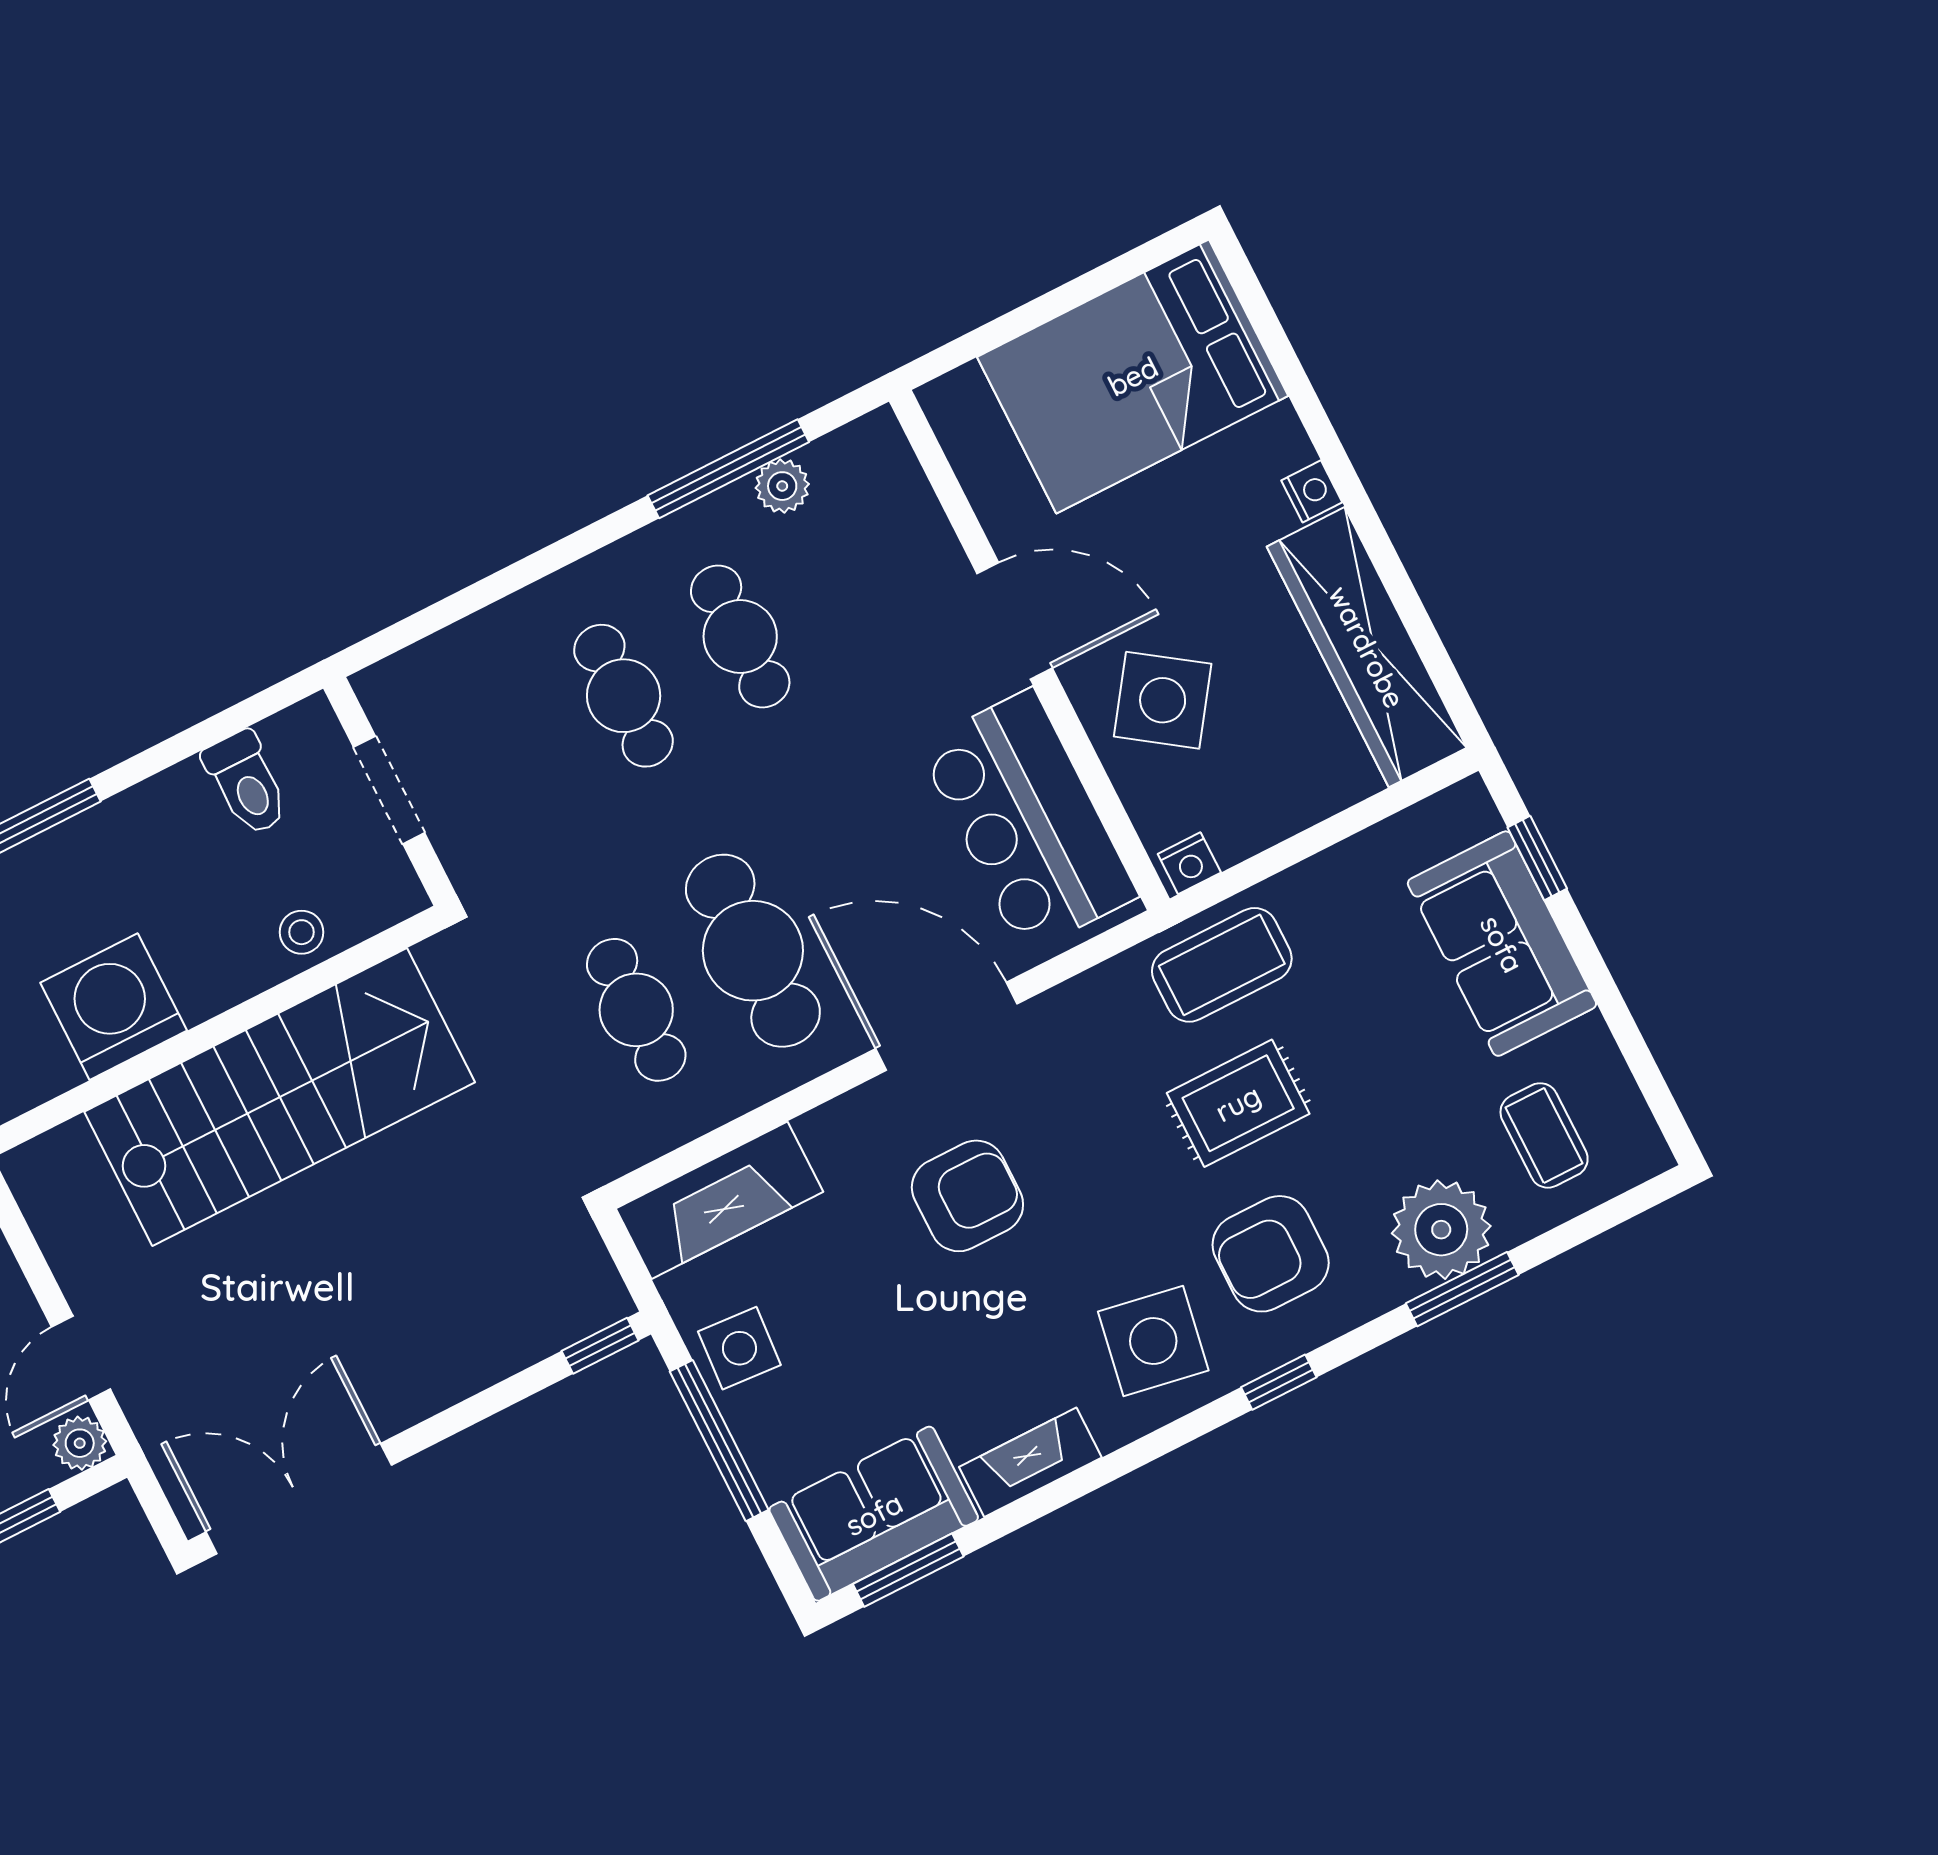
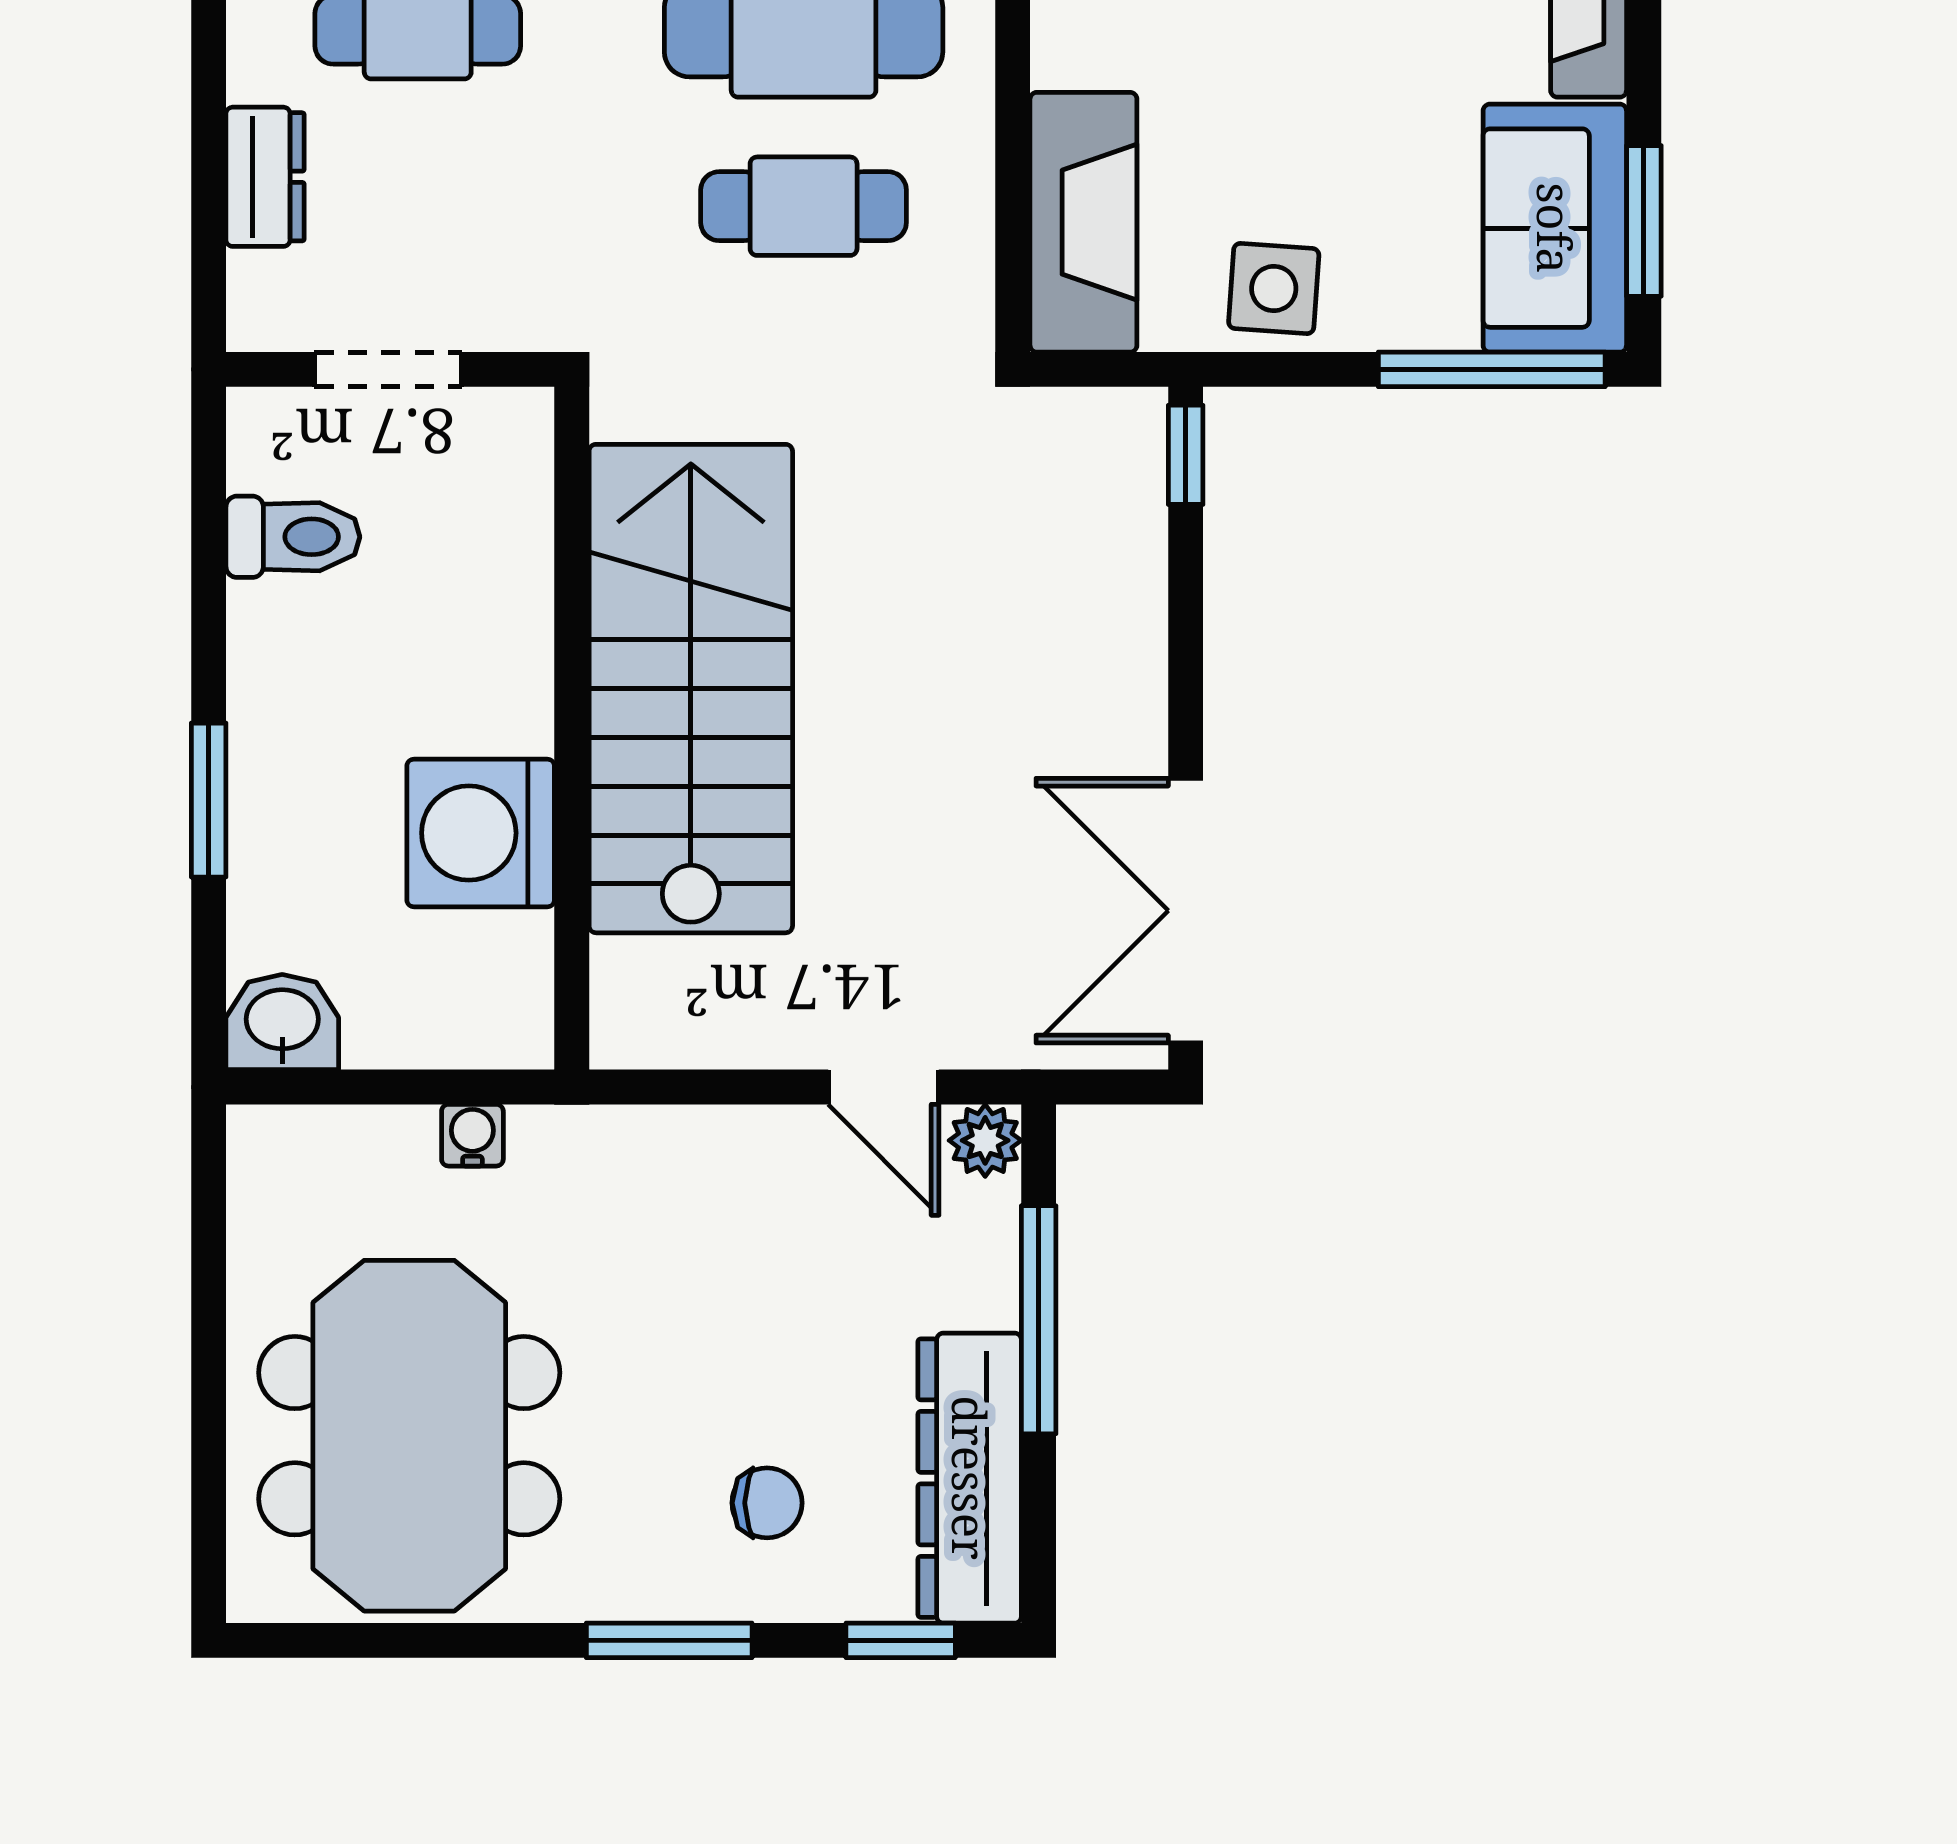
dresser: (475, 644) -> (265, 177), added
stool: (301, 932) -> (506, 562), removed
window: (719, 1441) -> (1492, 369), moved

